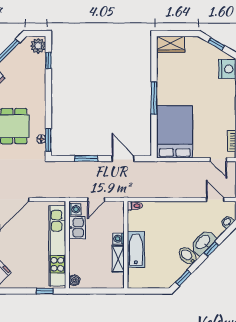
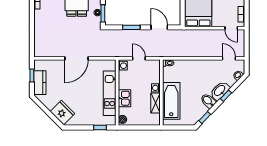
door: (96, 200) -> (139, 58), swing flipped
kitchen sink: (77, 228) -> (124, 98), moved
kitchen unit: (57, 246) -> (110, 93), width x0.73
bathtub: (136, 249) -> (171, 101), width x1.36, depth x1.36

